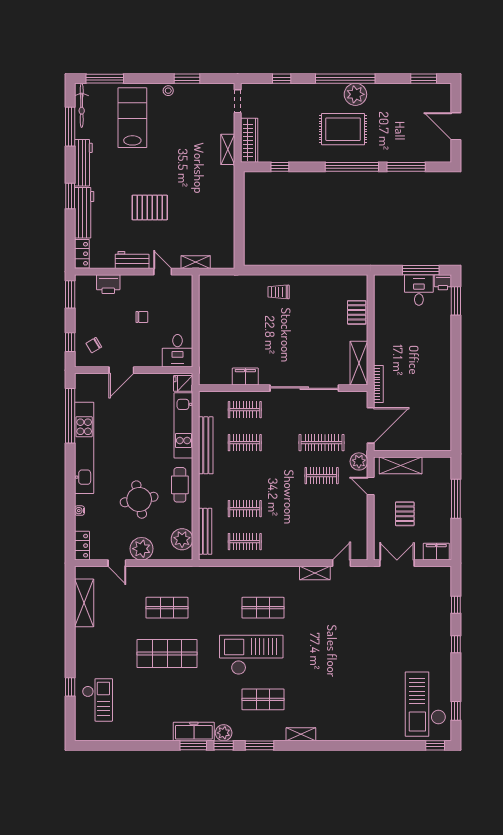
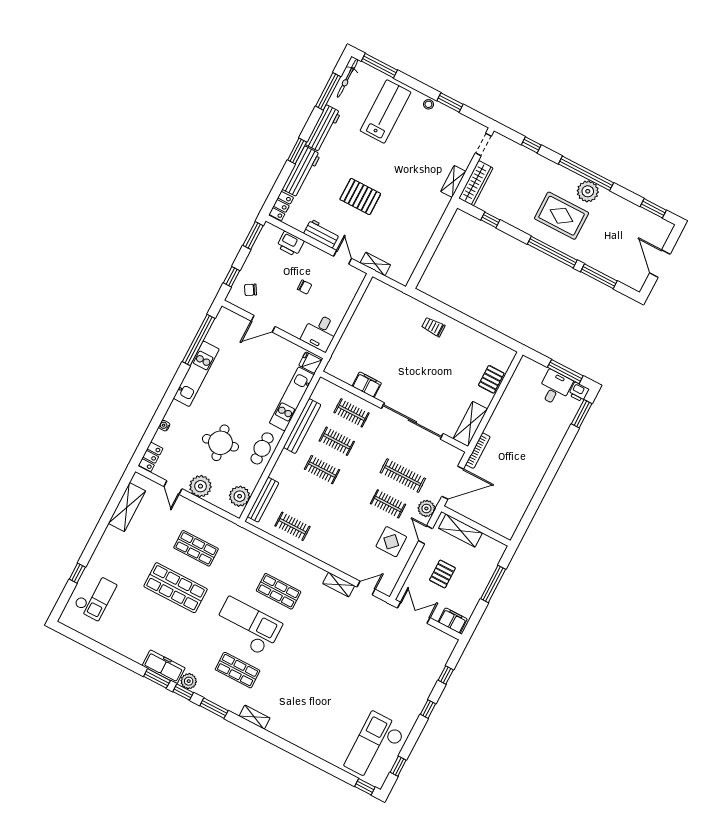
kitchen unit: (84, 448) -> (196, 374), width x0.73
clothes rail: (245, 509) -> (322, 470), moved
display table: (343, 509) -> (391, 542), added

